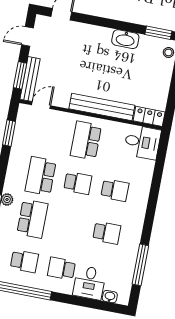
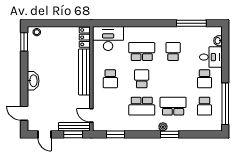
washbasin: (125, 39) -> (33, 81), moved
school desk: (86, 140) -> (110, 79), width x0.54
desk: (142, 142) -> (108, 39), width x1.37
school desk: (115, 190) -> (142, 51), width x1.85
school desk: (24, 261) -> (204, 106), turned 180

